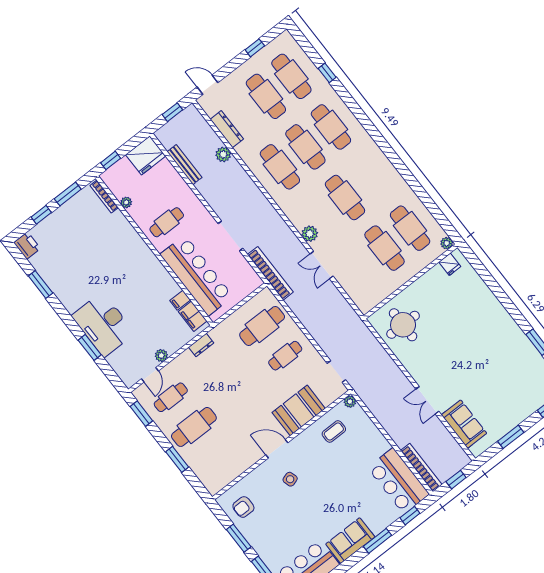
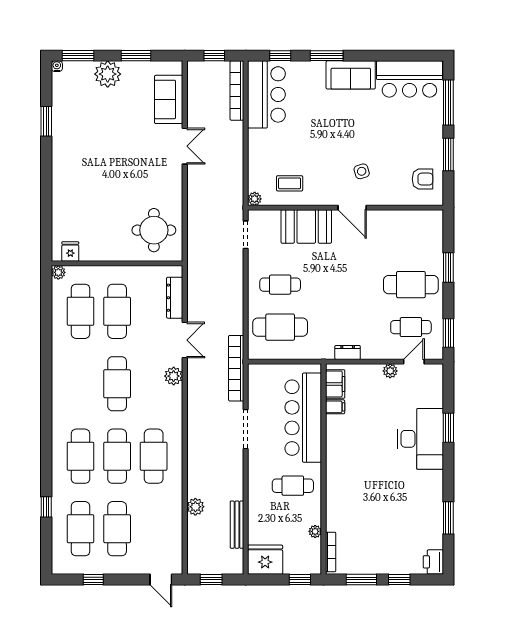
dresser: (227, 129) -> (175, 298), moved
plant: (520, 409) -> (108, 74), added

